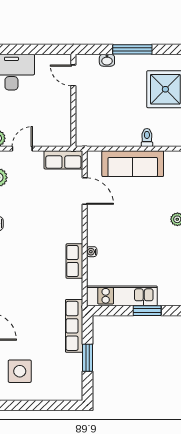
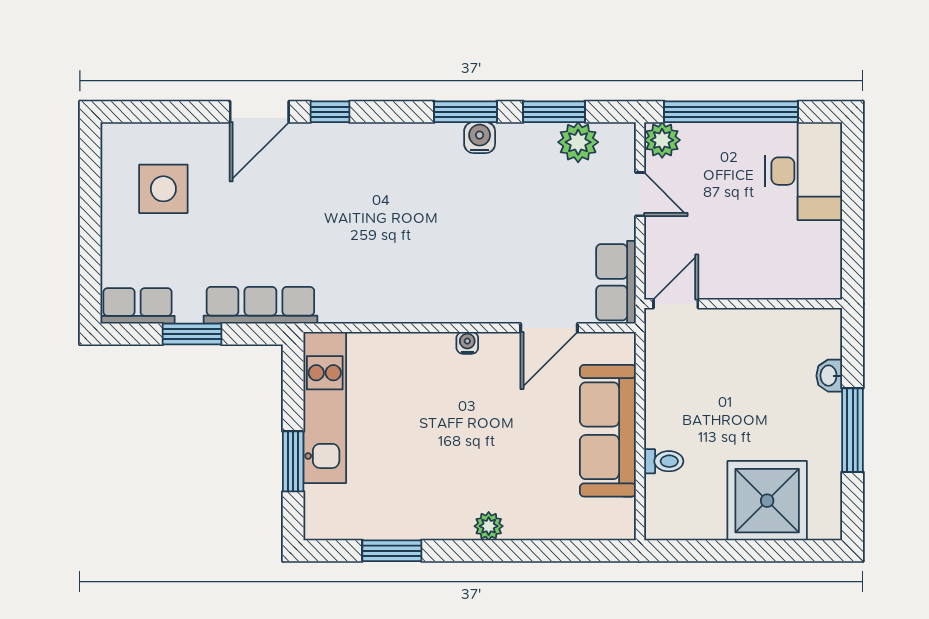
door: (73, 75) -> (676, 304), moved
water cooler: (92, 252) -> (467, 343), moved
row of seats: (74, 261) -> (138, 306), moved

